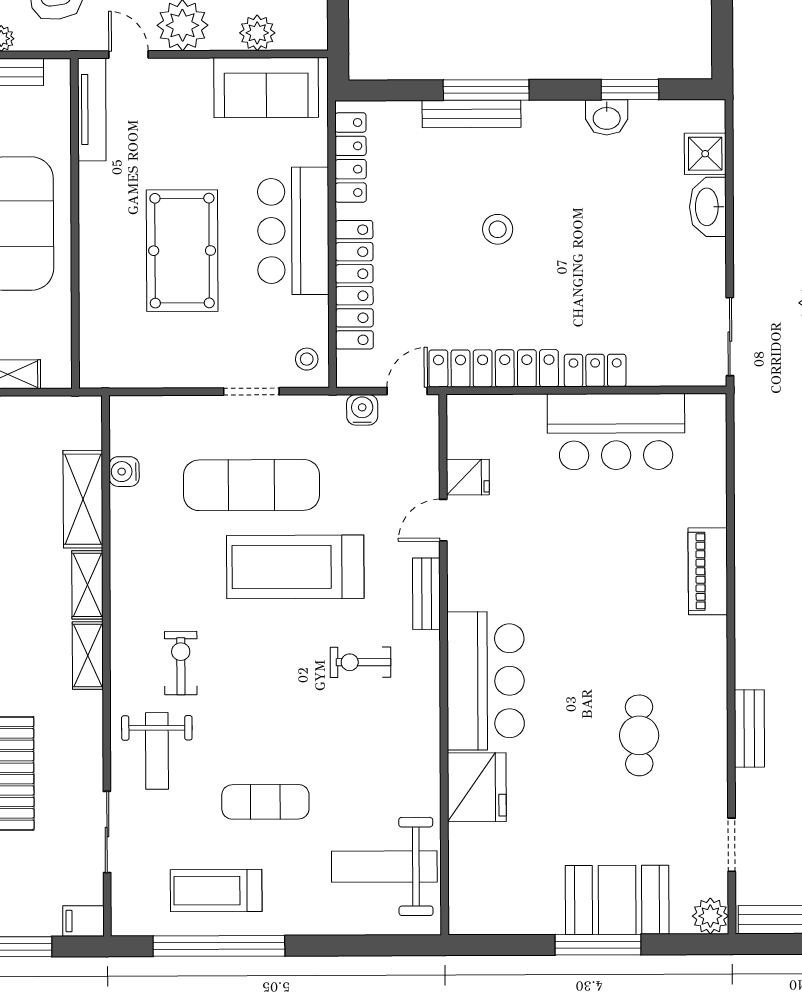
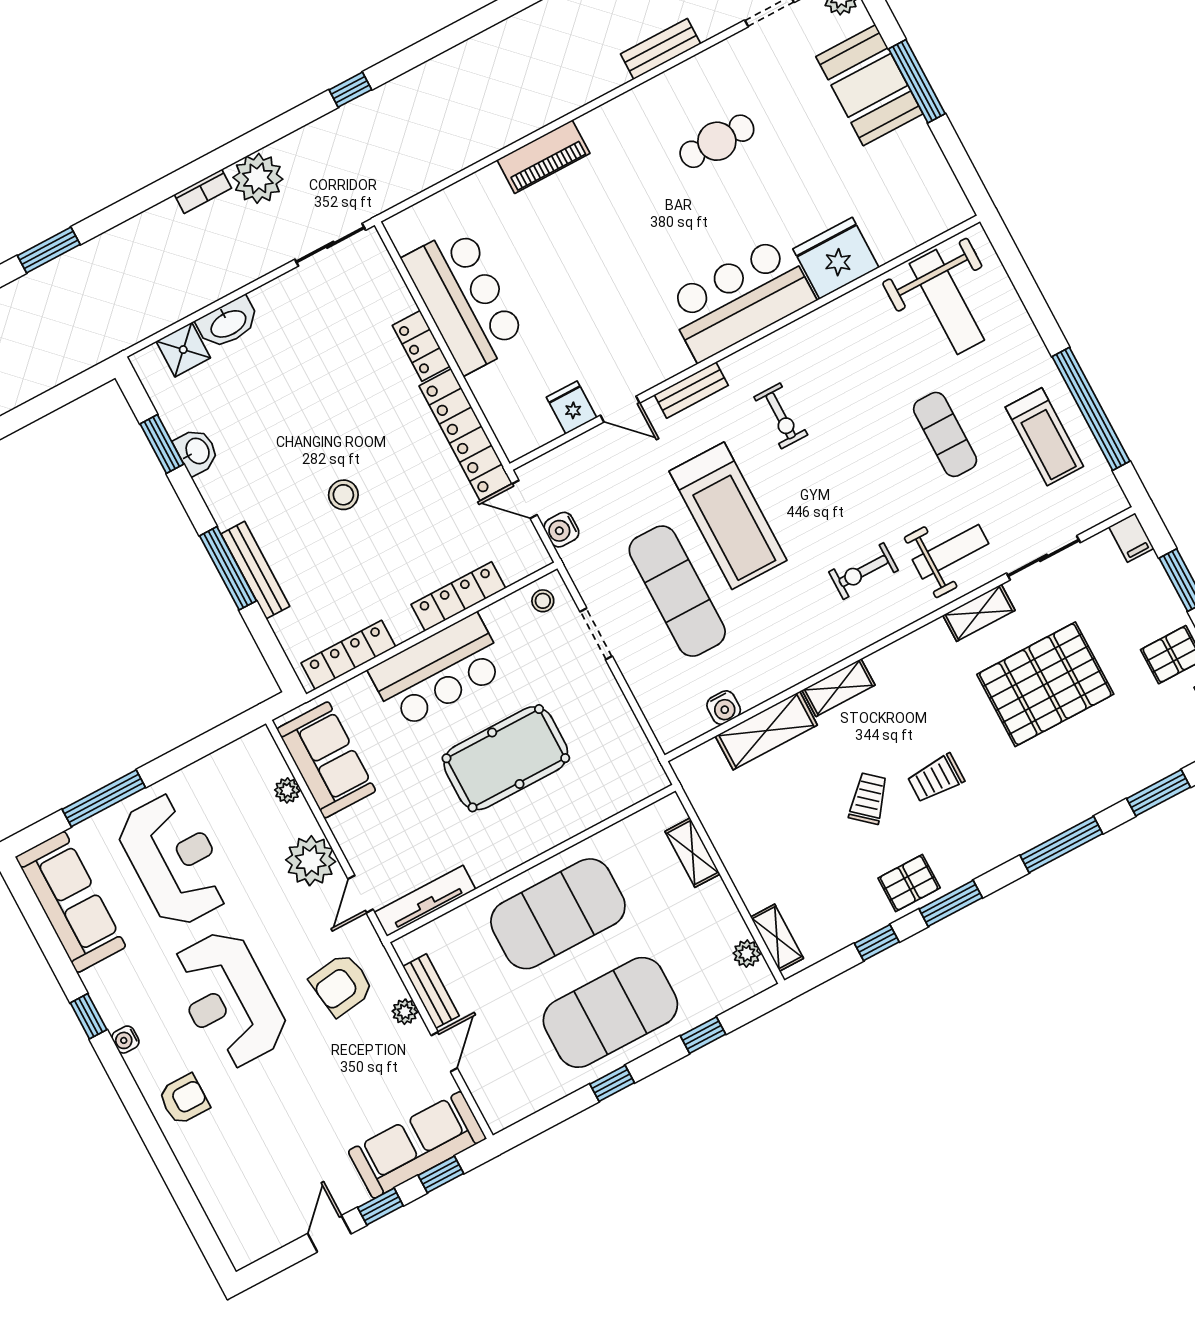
plant: (257, 33) -> (287, 790), width x0.73, depth x0.73
locker: (354, 285) -> (458, 596), width x0.71, depth x0.83
shelving: (88, 656) -> (979, 613), moved

